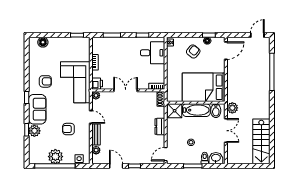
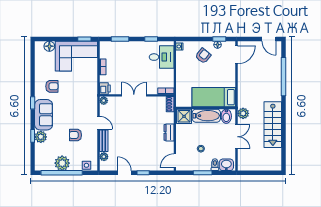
door: (257, 35) -> (269, 39), swing flipped
corner sofa: (75, 82) -> (76, 56), moved, turned -90
bed: (204, 87) -> (214, 97), width x0.67
stairs: (261, 141) -> (273, 125), moved

